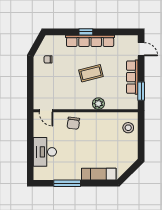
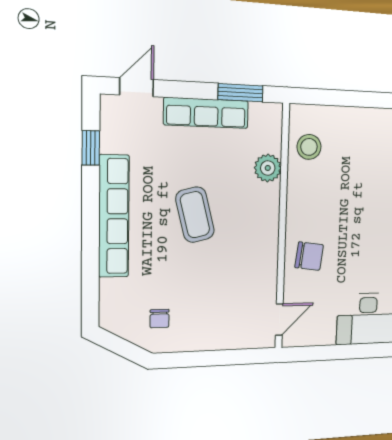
window: (86, 32) -> (91, 148), moved
plant: (98, 104) -> (268, 168), moved
stool: (128, 128) -> (309, 147), moved

